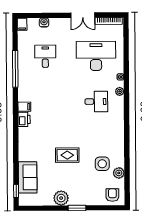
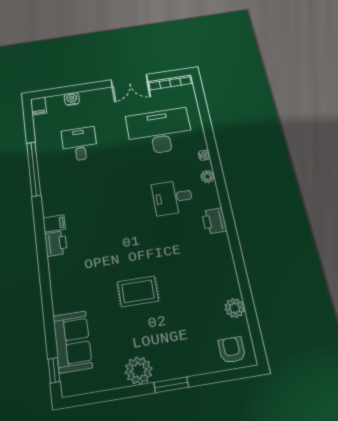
desk: (96, 102) -> (172, 197), turned 180
printer: (118, 120) -> (214, 221), added
side table: (102, 164) -> (202, 297), removed

